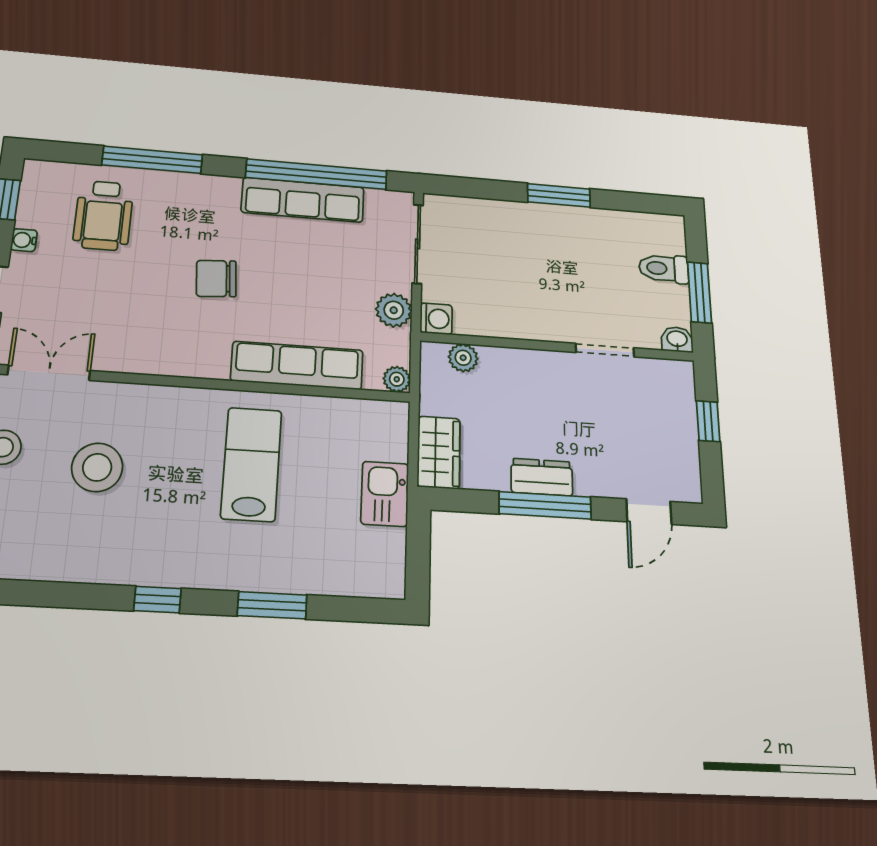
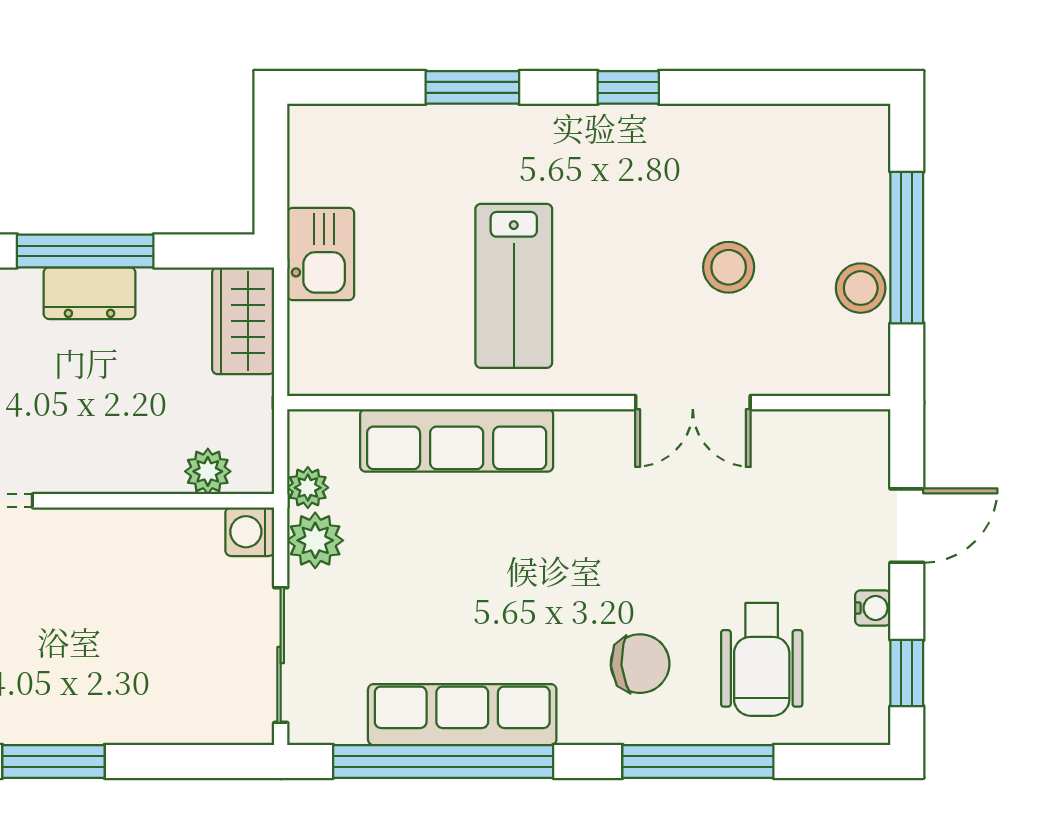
wheelchair: (103, 215) -> (762, 659), turned 180
chair: (216, 279) -> (640, 664), moved
double door: (49, 373) -> (693, 403), moved
plant: (397, 379) -> (308, 488), moved
stool: (97, 467) -> (729, 267), width x0.73, depth x0.73

